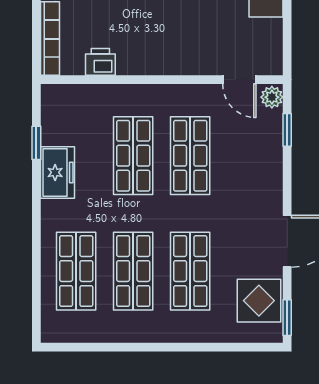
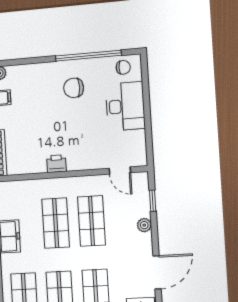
printer: (100, 62) -> (56, 164), moved
plant: (272, 97) -> (144, 225), moved

